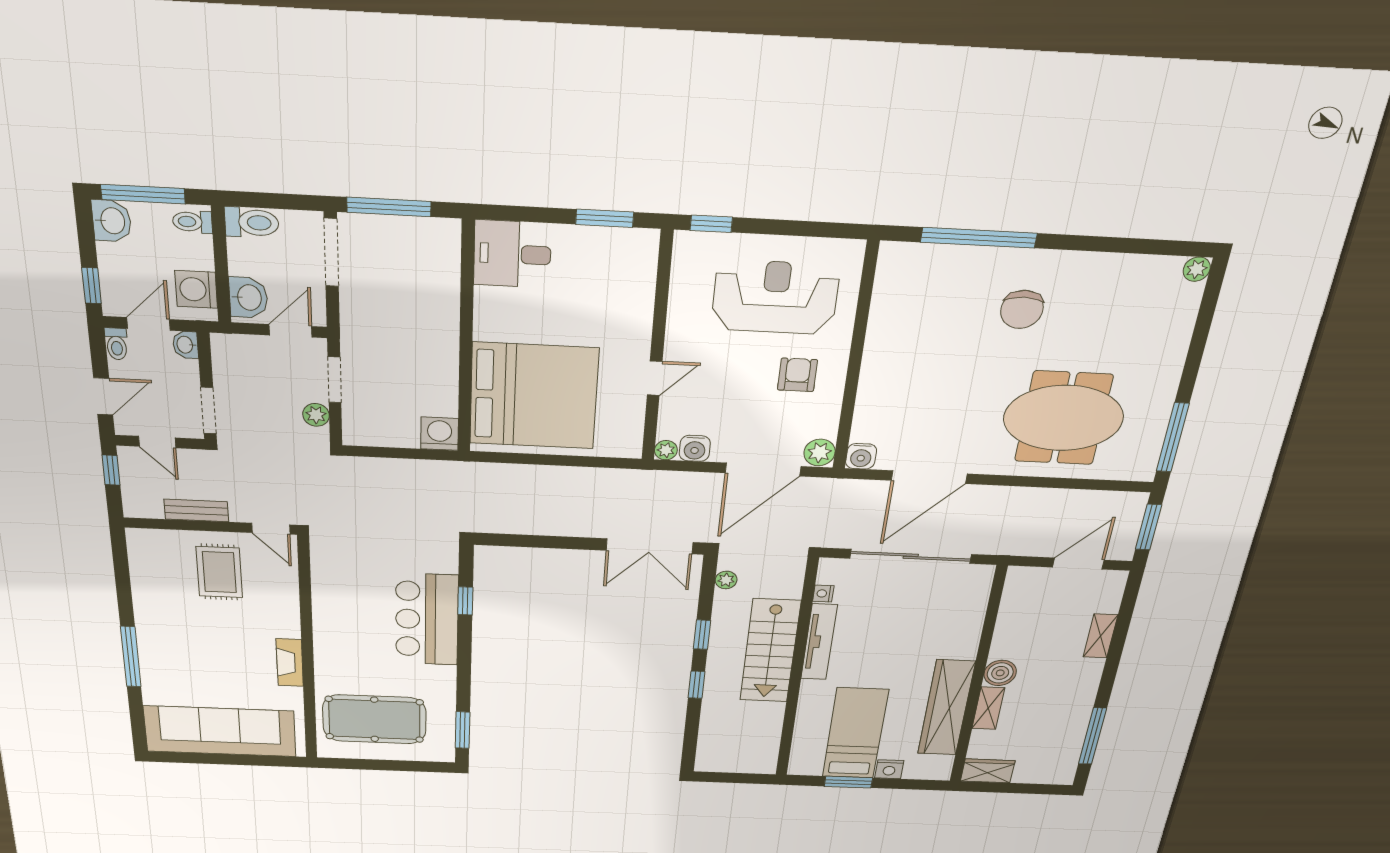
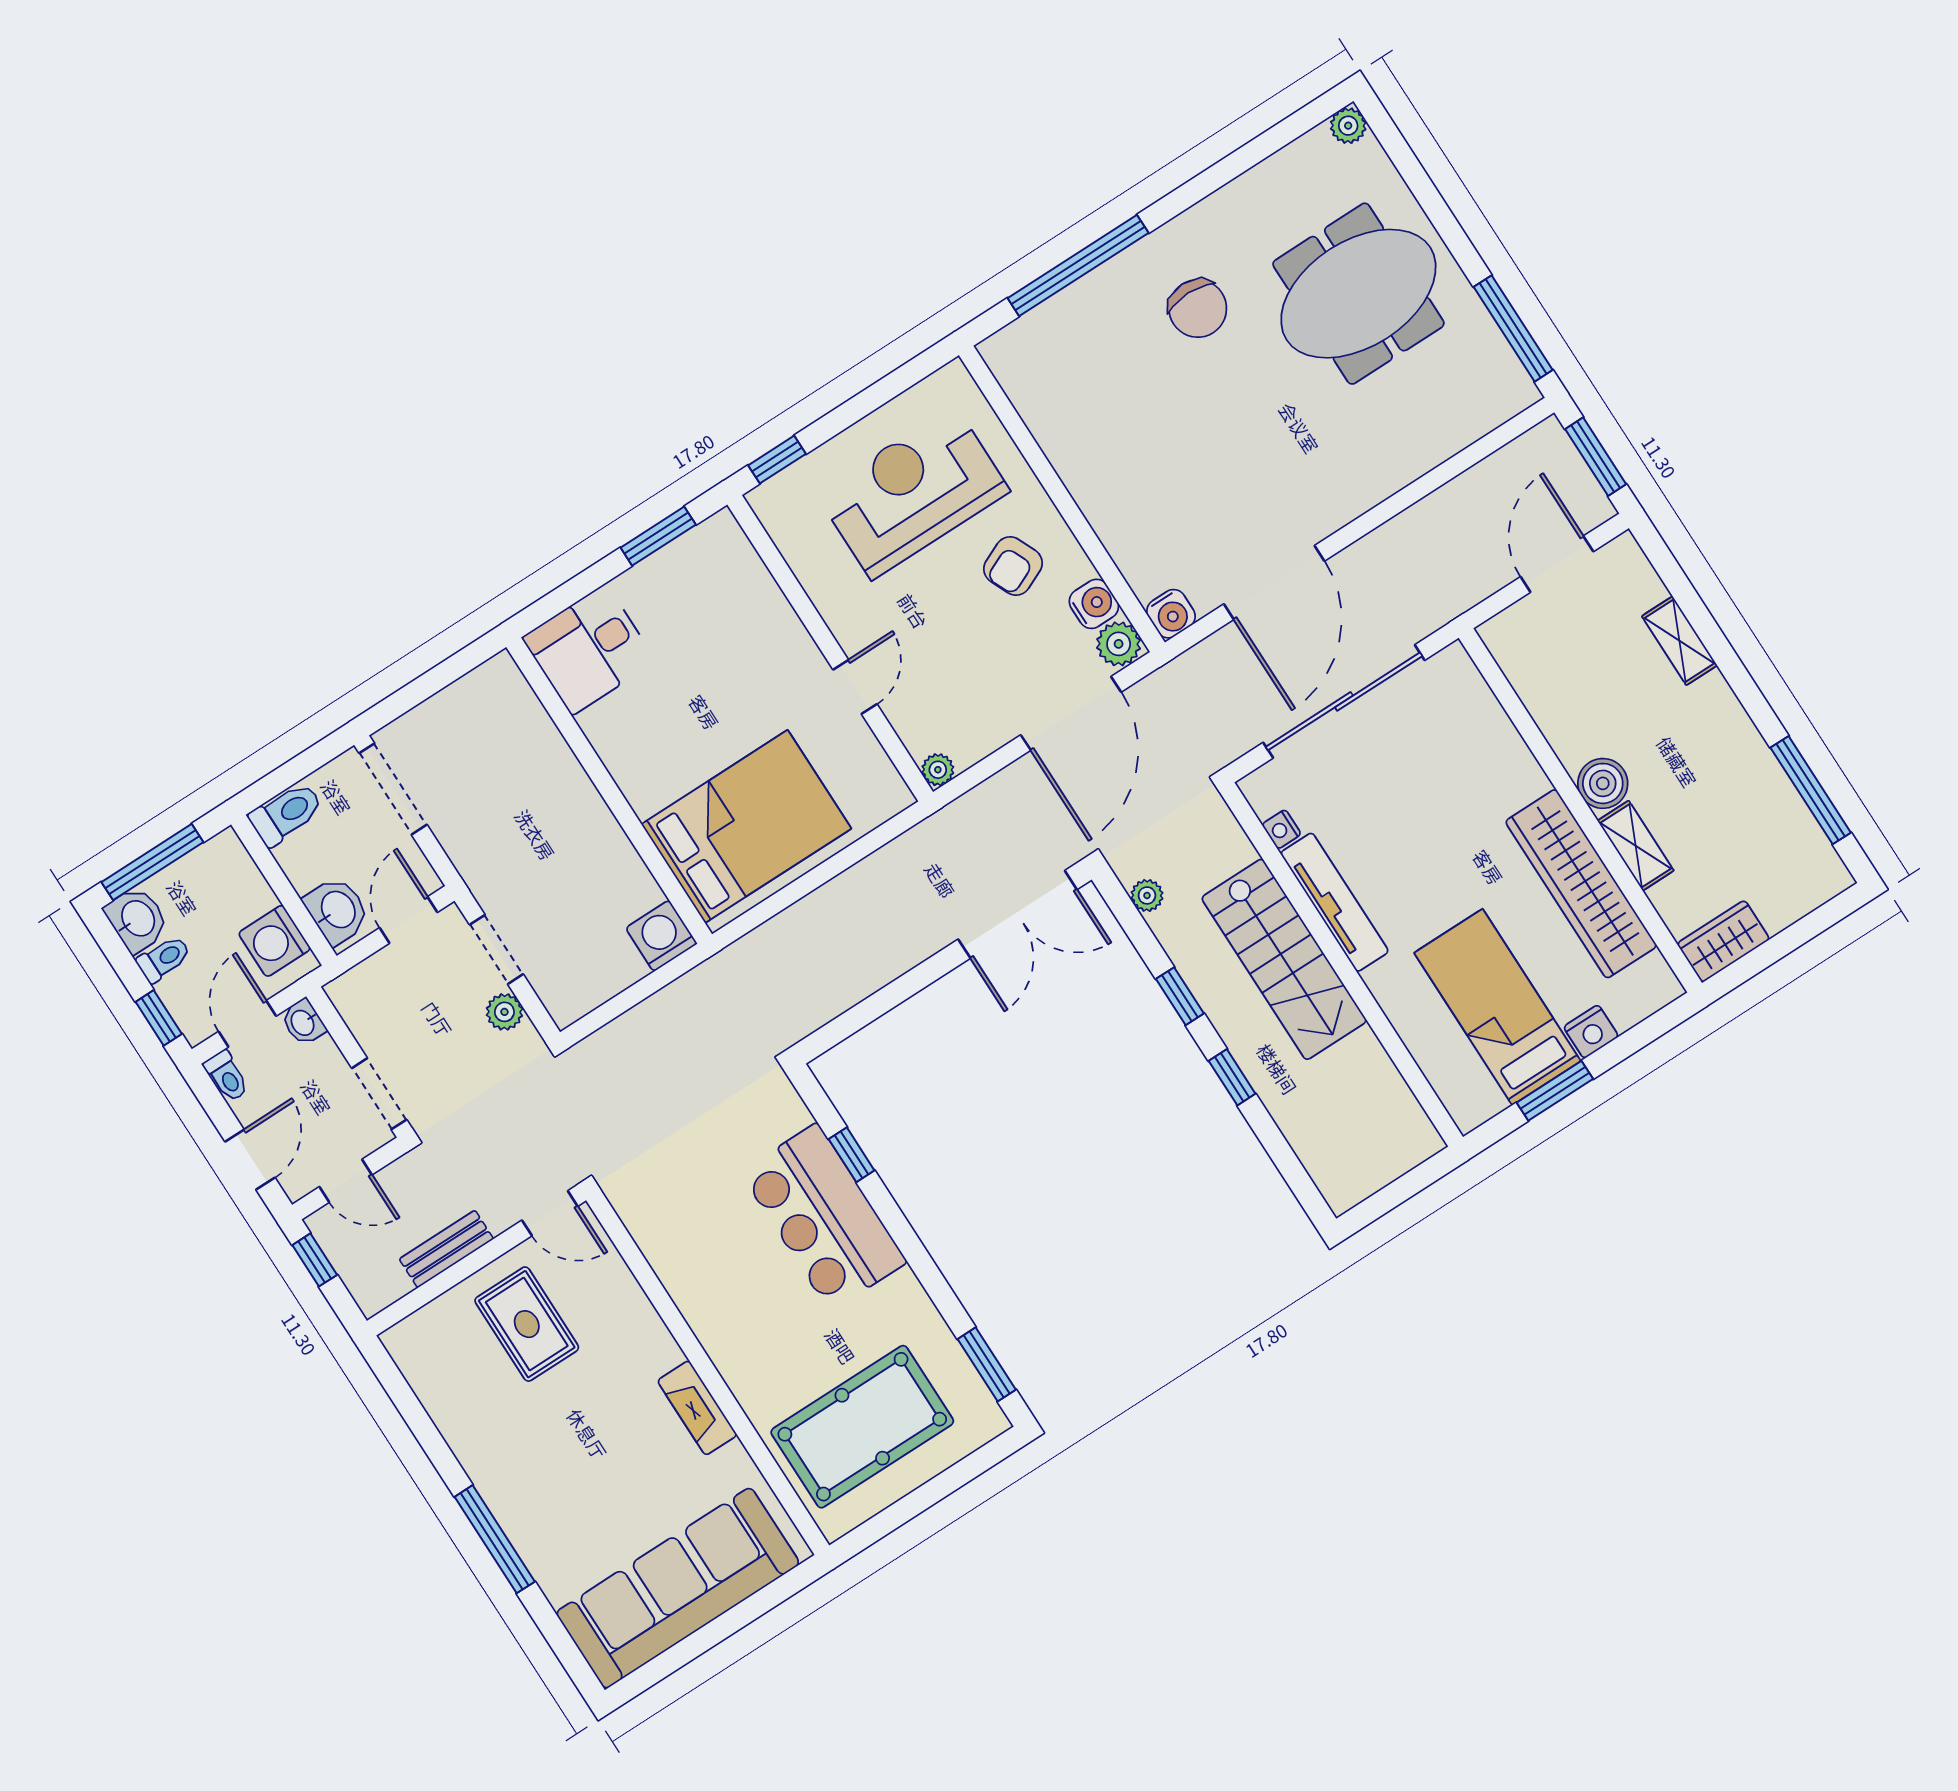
window: (389, 207) -> (420, 690), removed
toilet: (192, 222) -> (164, 959), moved, turned 180
armchair: (797, 375) -> (1013, 566), turned -114
bed: (534, 396) -> (746, 826), width x0.73
meeting table: (1063, 418) -> (1358, 294), moved
water cooler: (695, 448) -> (1094, 604), moved, turned -90

